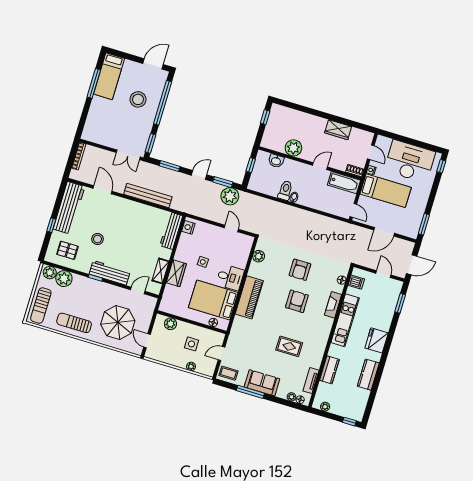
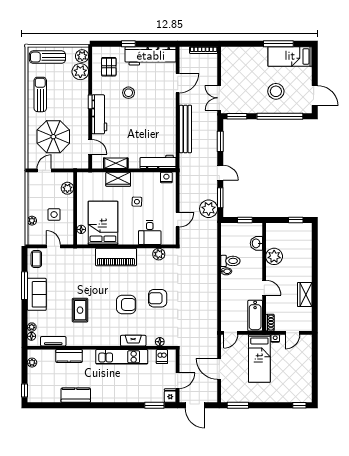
desk: (410, 161) -> (295, 373), removed
desk: (230, 277) -> (150, 233), moved
fridge: (377, 340) -> (170, 396), moved, width x0.53, depth x0.75

